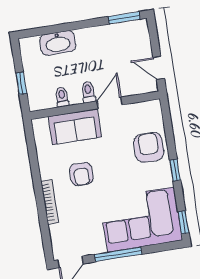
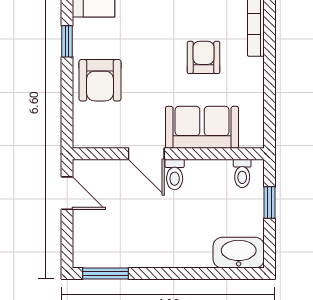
washbasin: (58, 43) -> (239, 253), moved
toilet: (62, 97) -> (242, 173), moved
door: (110, 103) -> (146, 154), hinge flipped

